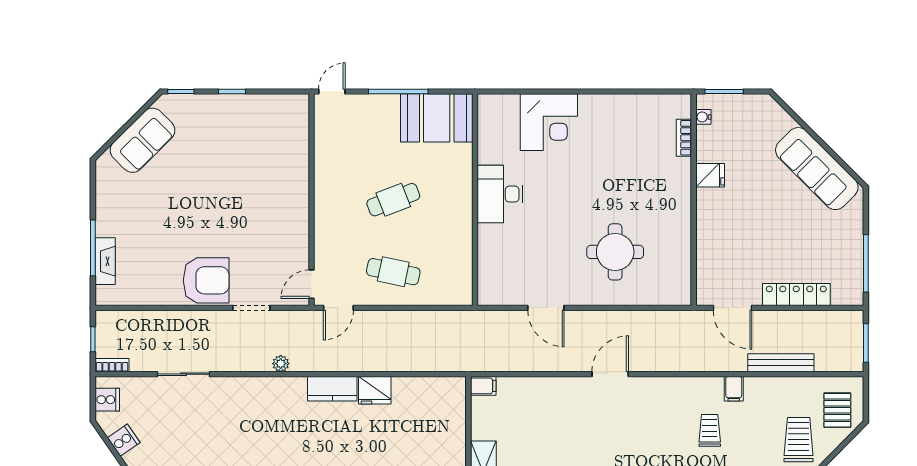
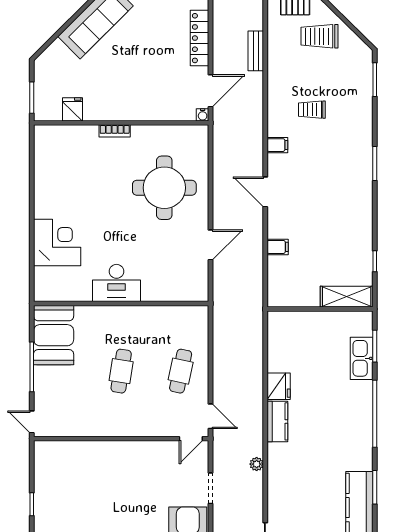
water cooler: (703, 117) -> (203, 115), moved
bookcase: (684, 138) -> (115, 131), moved
fridge: (710, 175) -> (73, 109), moved
cafe table: (393, 200) -> (121, 371), turned 30
round table: (615, 252) -> (164, 188), width x1.36, depth x1.36
door: (312, 284) -> (191, 439), hinge flipped
bench: (781, 363) -> (256, 51), width x0.73
filing cabinet: (483, 386) -> (278, 247), moved, turned 90
filing cabinet: (734, 389) -> (277, 145), moved

